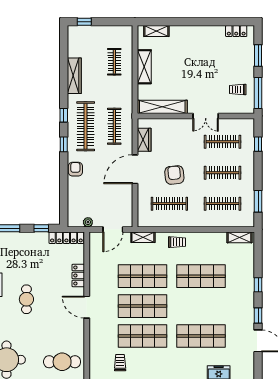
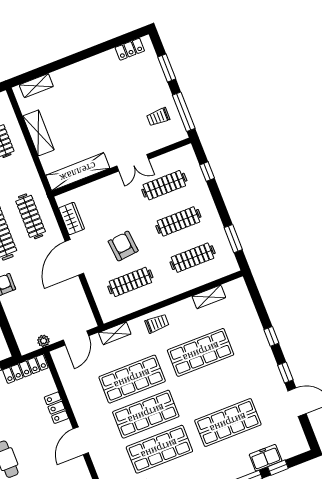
shelving: (239, 237) -> (209, 297), moved
door: (87, 307) -> (81, 441), hinge flipped

